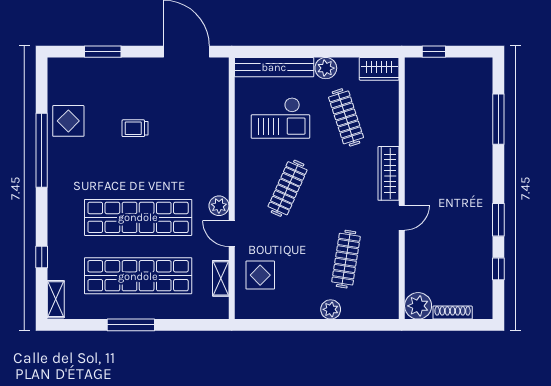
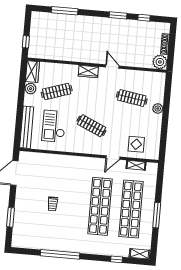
plant: (326, 68) -> (31, 89), moved
checkout: (280, 118) -> (54, 126), turned 180
display table: (68, 121) -> (46, 239), removed
wardrobe: (389, 173) -> (88, 72), width x0.67
plant: (219, 206) -> (98, 163), removed

